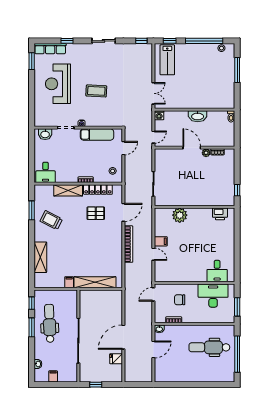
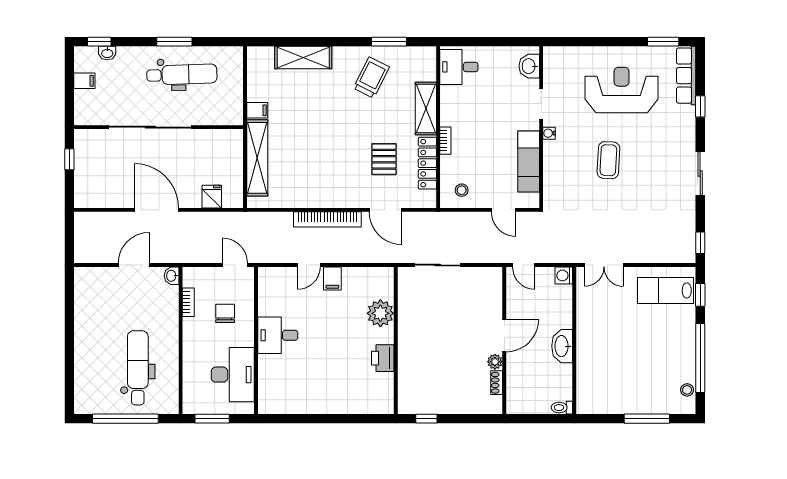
printer: (220, 214) -> (383, 358), moved
desk: (217, 271) -> (278, 335), moved
window: (32, 303) -> (99, 42), moved
door: (153, 349) -> (134, 265), swing flipped
fridge: (116, 359) -> (212, 197), moved

